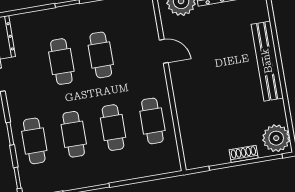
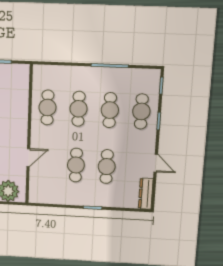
door: (164, 51) -> (28, 158), swing flipped

